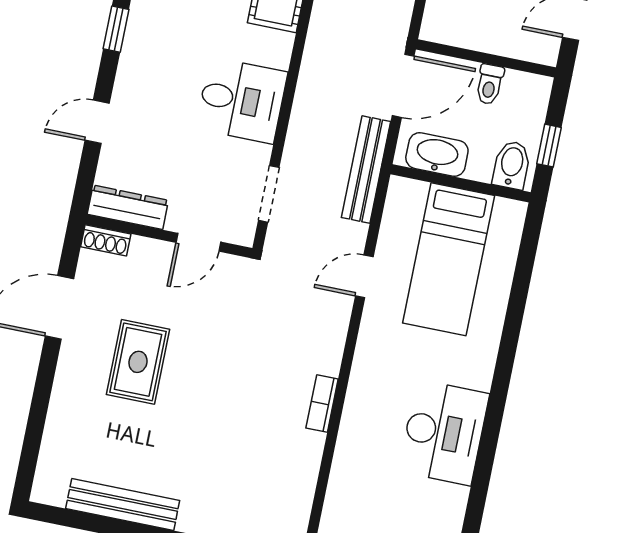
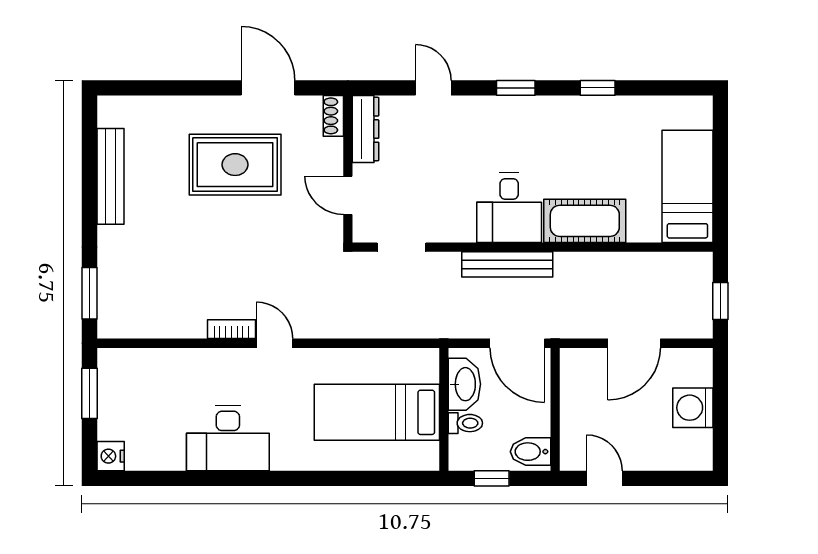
toilet: (490, 84) -> (465, 423), moved, turned 180
desk: (242, 100) -> (509, 208), moved
bidet: (512, 165) -> (531, 452), moved, turned 180
bench: (366, 170) -> (507, 264), moved
door: (364, 276) -> (275, 343), moved
rug: (138, 362) -> (235, 165), width x1.36, depth x1.43

